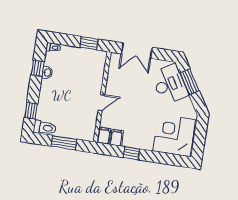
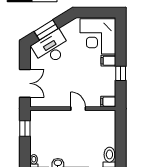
filing cabinet: (116, 138) -> (108, 61), moved
window: (64, 143) -> (121, 137), removed

